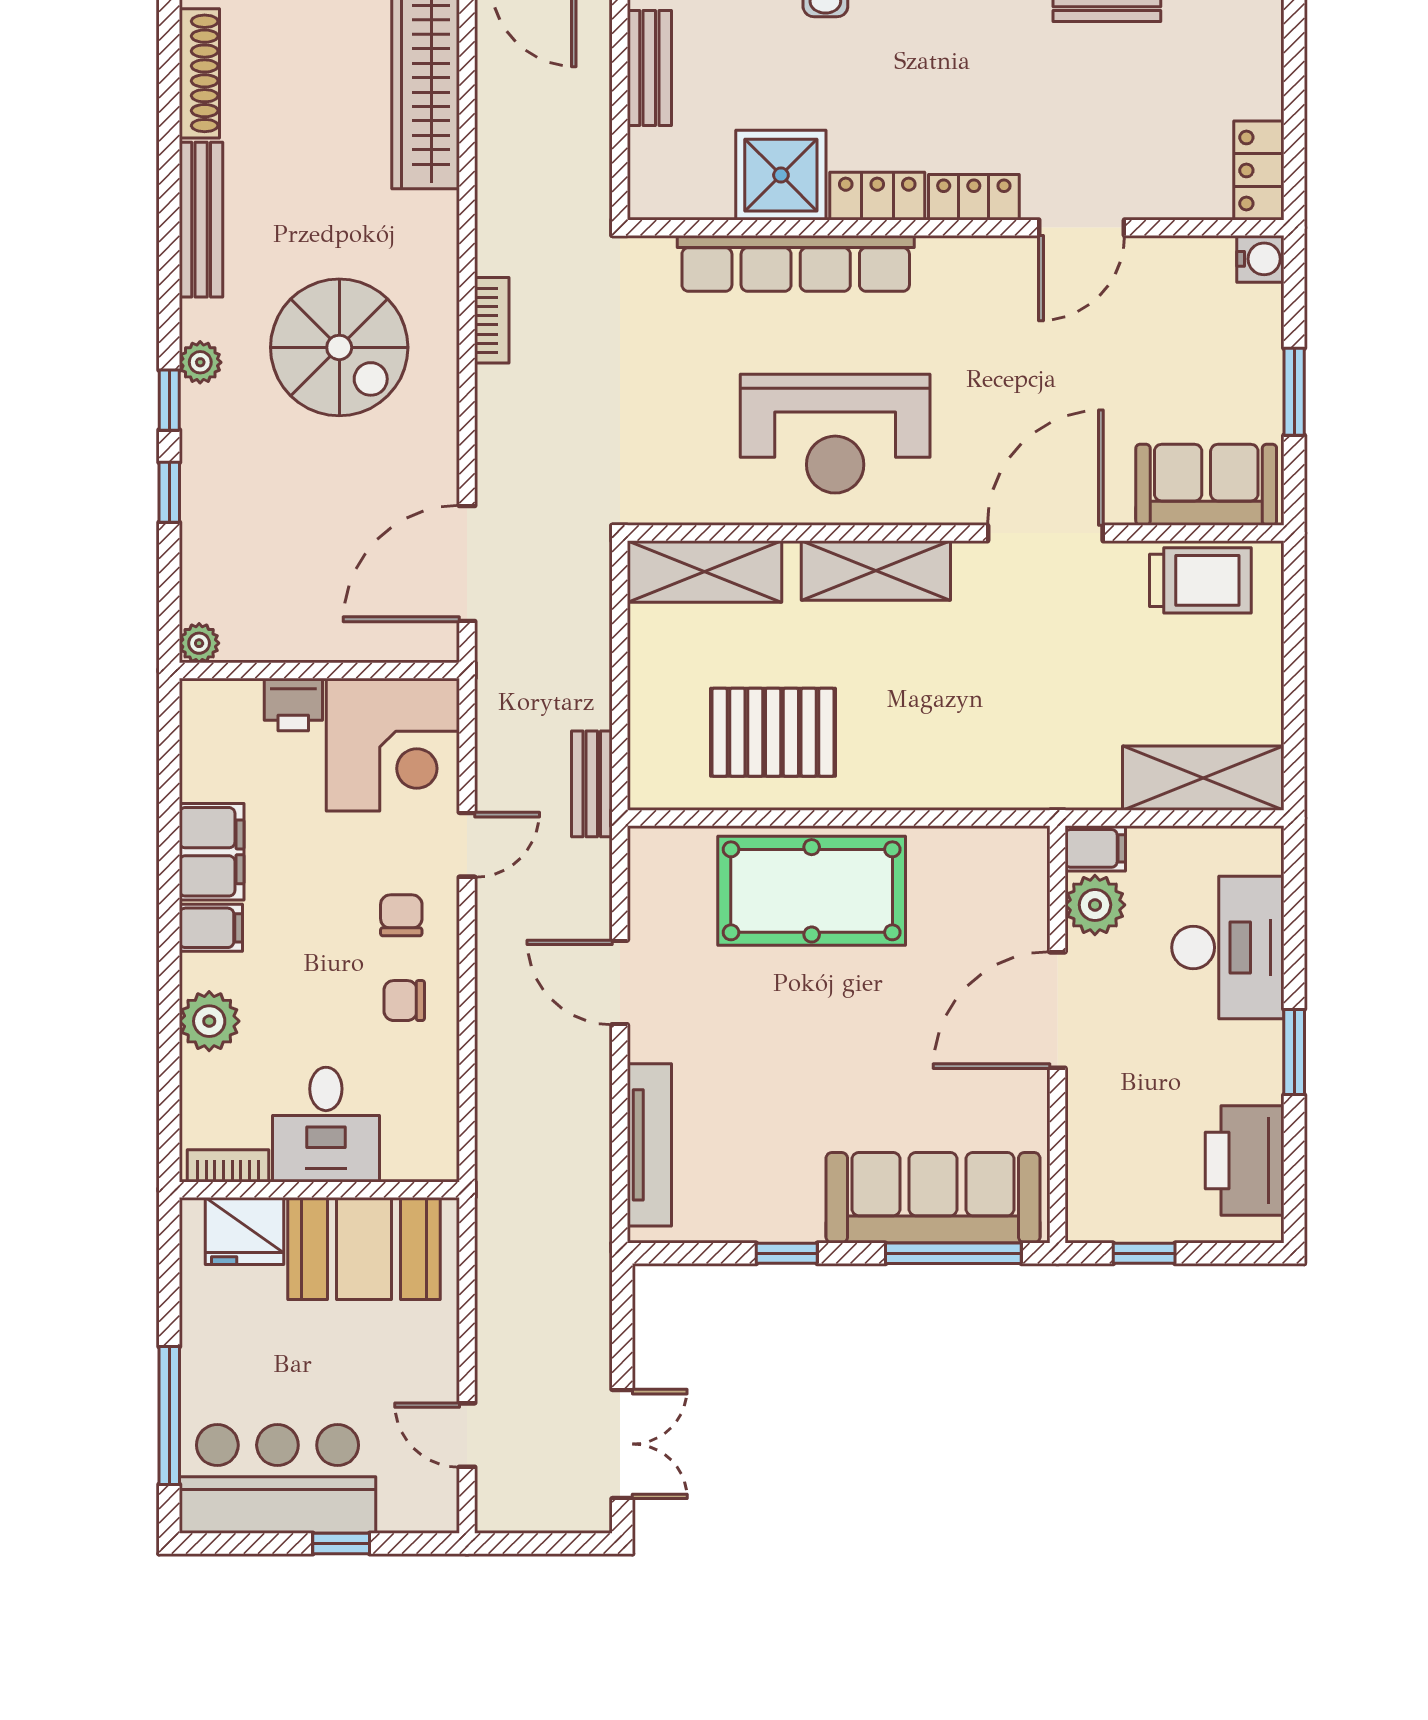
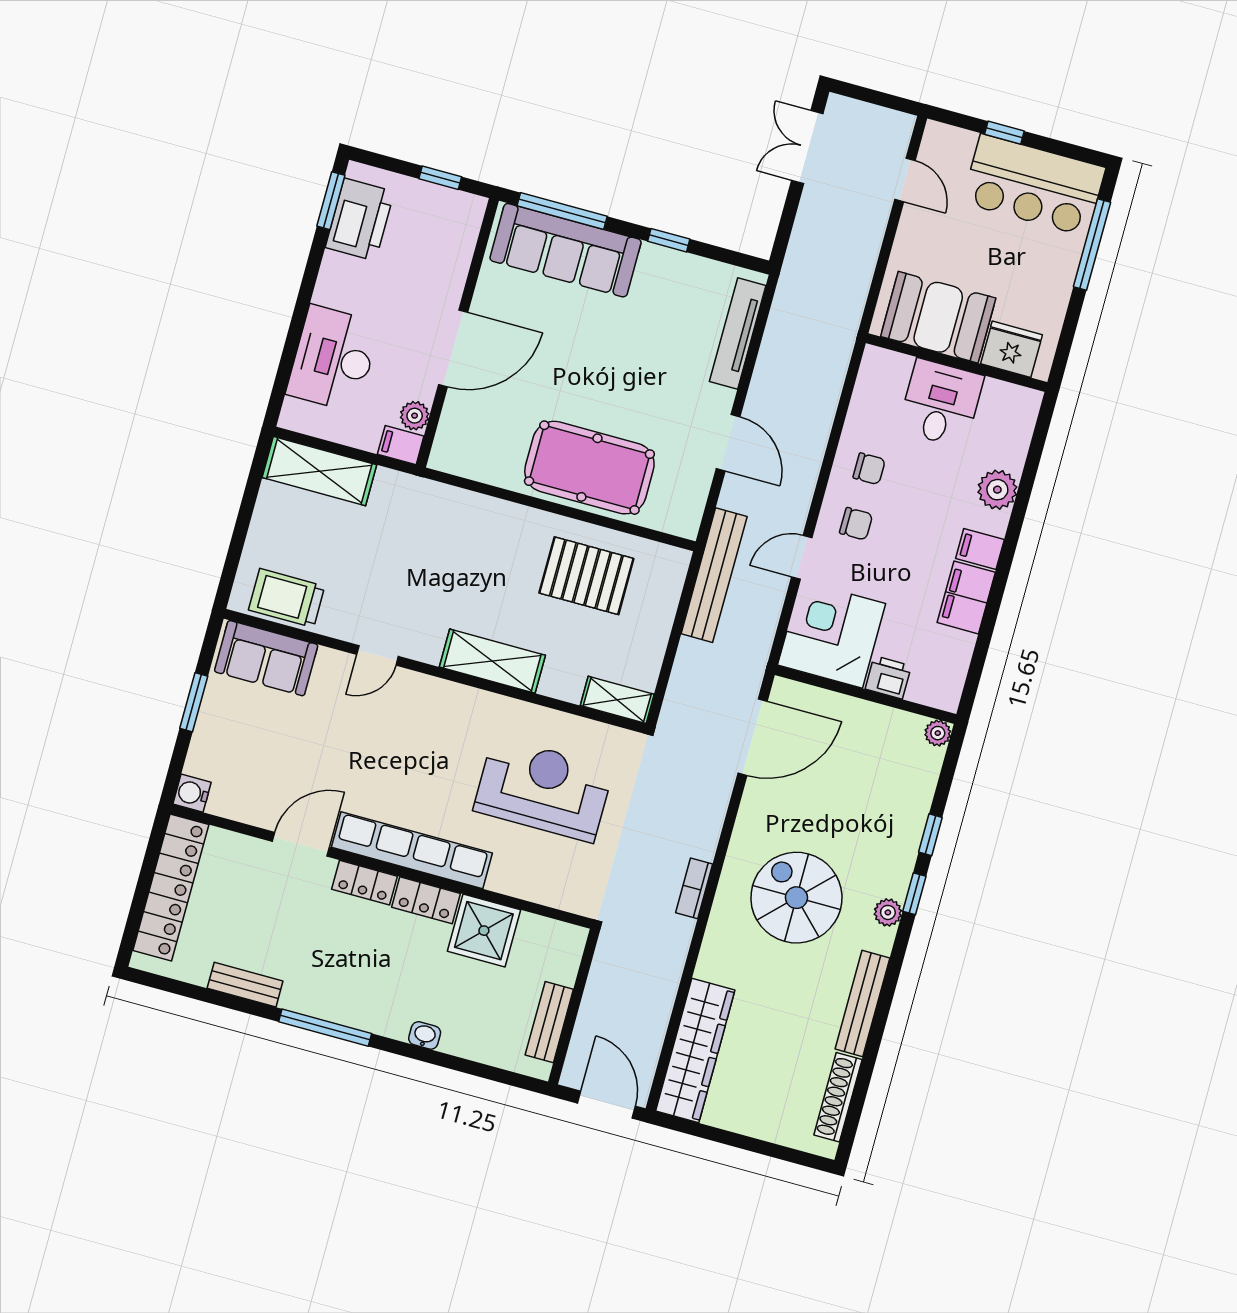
locker: (1259, 170) -> (171, 887), width x2.16, depth x1.21
row of seats: (796, 263) -> (412, 850), moved
reception desk: (835, 434) -> (543, 789), moved
door: (1045, 533) -> (377, 655), width x0.53
shelving: (704, 572) -> (617, 700), width x0.67, depth x0.75
bench: (592, 784) -> (714, 575), width x1.86, depth x1.21
plant: (1095, 905) -> (415, 416), width x0.73, depth x0.73
chair: (401, 915) -> (856, 524), turned -90
window: (1294, 1052) -> (331, 201), moved
bookcase: (228, 1166) -> (1011, 394), removed

